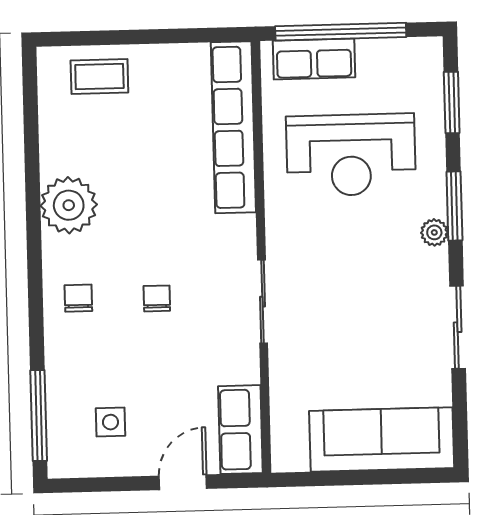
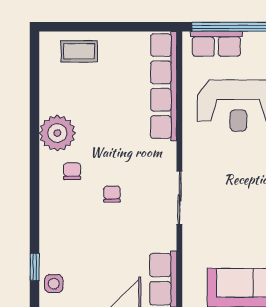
chair: (78, 298) -> (72, 171), moved
window: (39, 416) -> (35, 267), width x0.46
side table: (110, 422) -> (54, 284), moved

